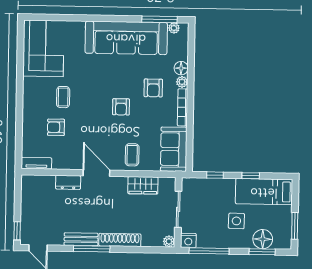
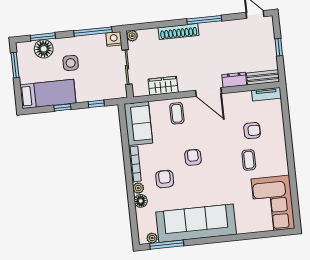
window: (17, 231) -> (279, 47), moved
bench: (81, 239) -> (263, 77), moved

